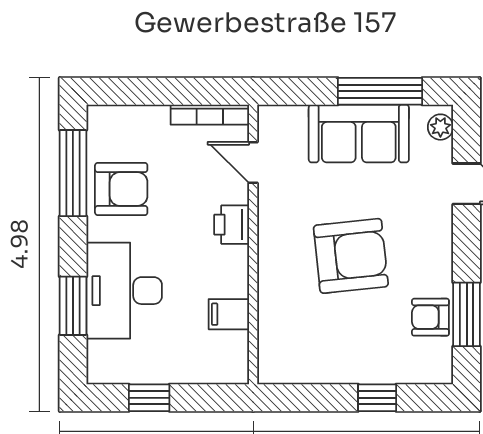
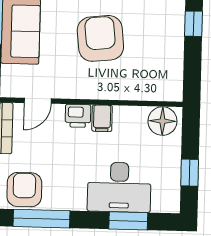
armchair: (121, 189) -> (24, 190), moved
filing cabinet: (229, 314) -> (102, 118), moved
floor lamp: (227, 354) -> (162, 121), added

